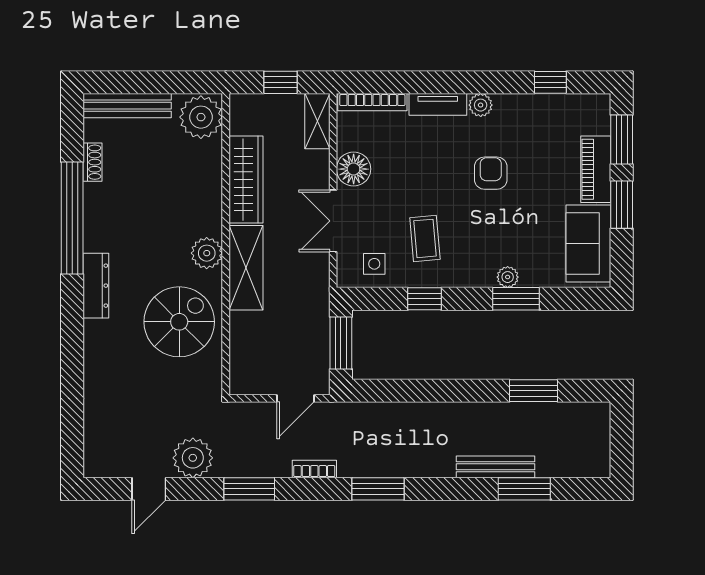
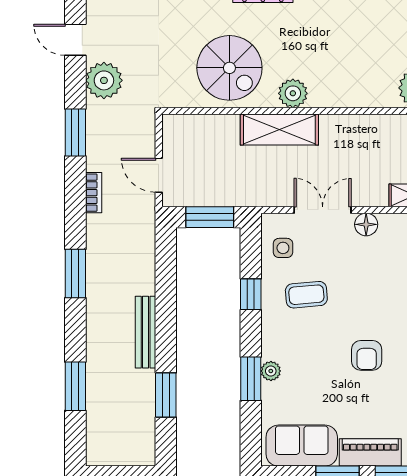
floor lamp: (354, 169) -> (366, 224), width x0.73, depth x0.73
armchair: (491, 173) -> (367, 355), turned 90
wardrobe: (246, 180) -> (361, 129), removed
bench: (496, 467) -> (146, 332), moved
window: (378, 489) -> (75, 273), moved

